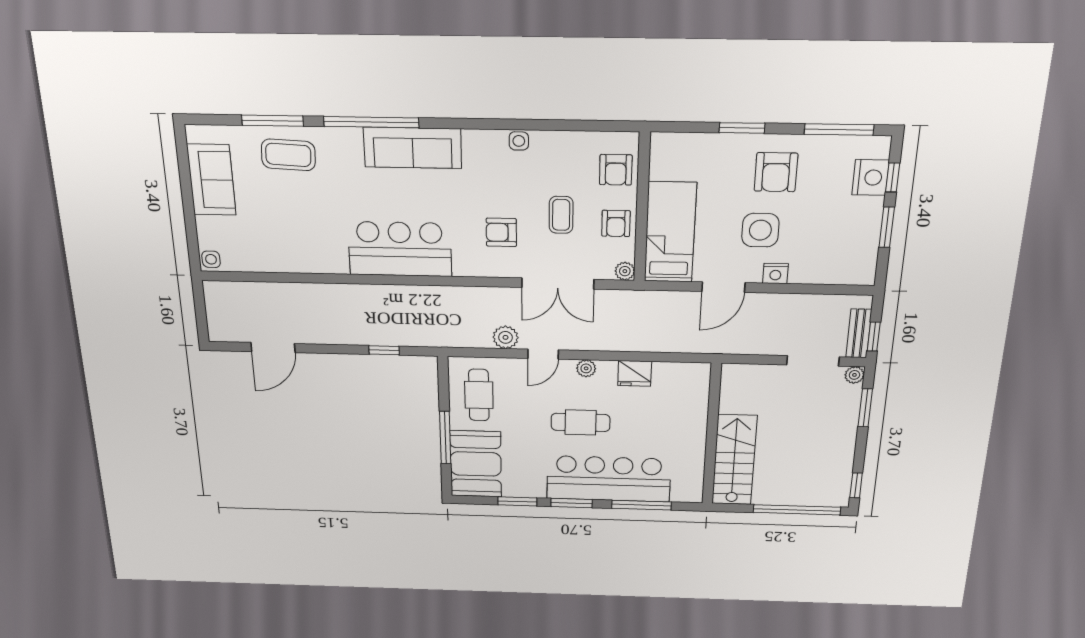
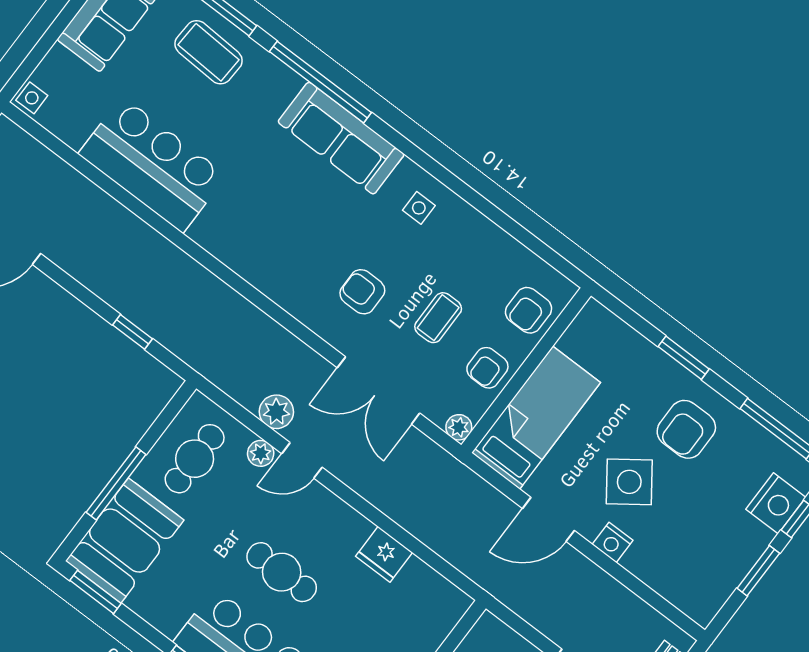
side table: (519, 141) -> (419, 208), moved
side table: (760, 230) -> (629, 482), turned -36
bar counter: (400, 249) -> (152, 165), moved
plant: (586, 368) -> (261, 453), moved
window: (517, 501) -> (95, 592), moved

